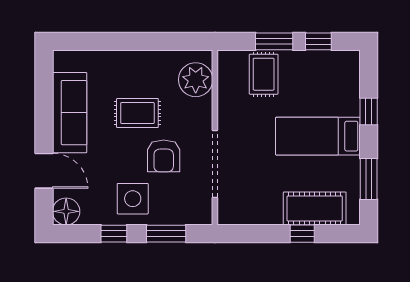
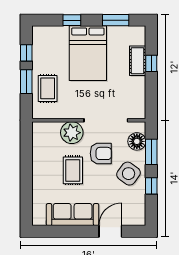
rug: (264, 74) -> (48, 88), turned 90
plant: (196, 80) -> (72, 133), moved
bed: (318, 136) -> (88, 53), width x1.50
side table: (133, 199) -> (129, 174), turned 36
cot: (315, 208) -> (138, 61), width x0.73, depth x0.75
floor lamp: (66, 211) -> (137, 141), moved

